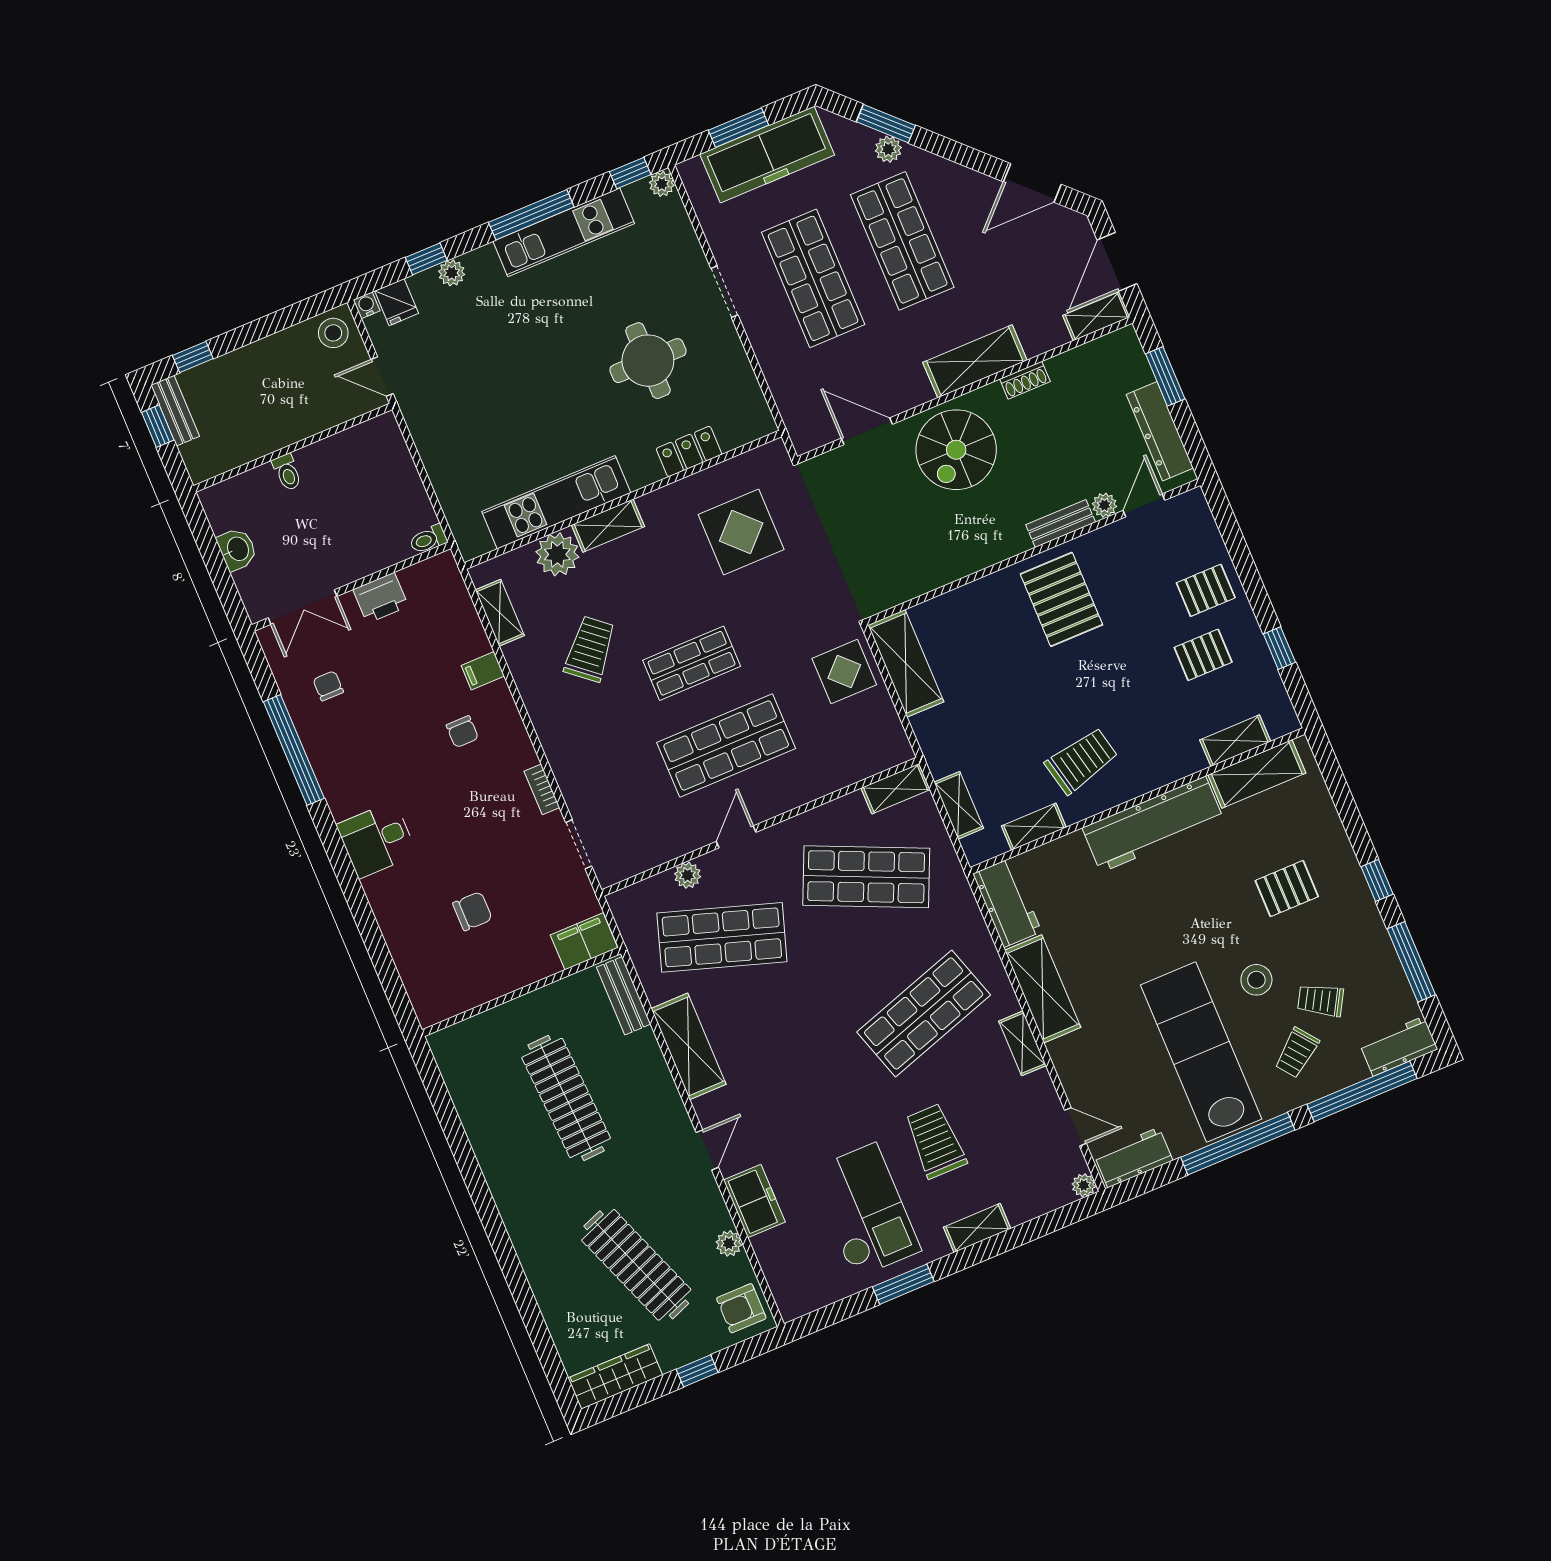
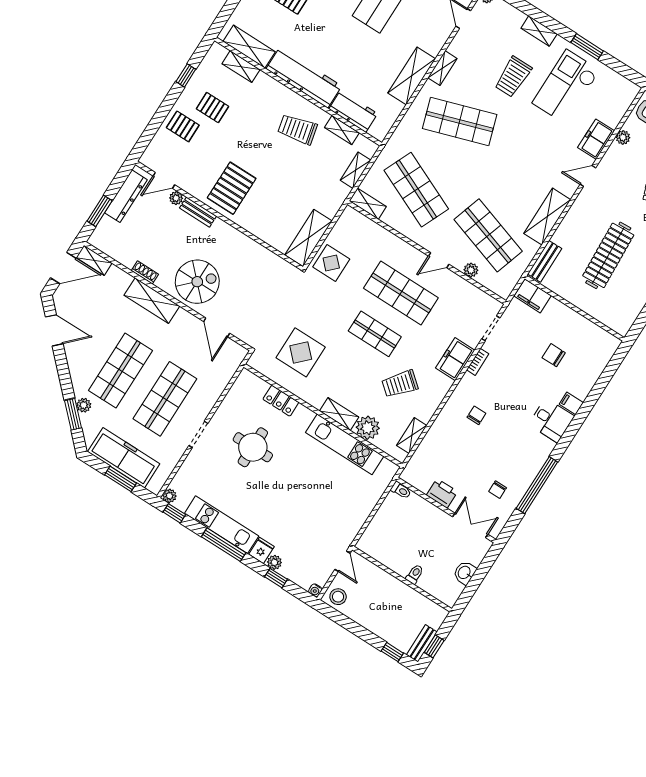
fridge: (397, 302) -> (261, 550), moved
filing cabinet: (483, 671) -> (571, 403), moved, turned 180
freezer: (569, 758) -> (455, 359), added
workbench: (1007, 903) -> (353, 111), moved, turned 90

